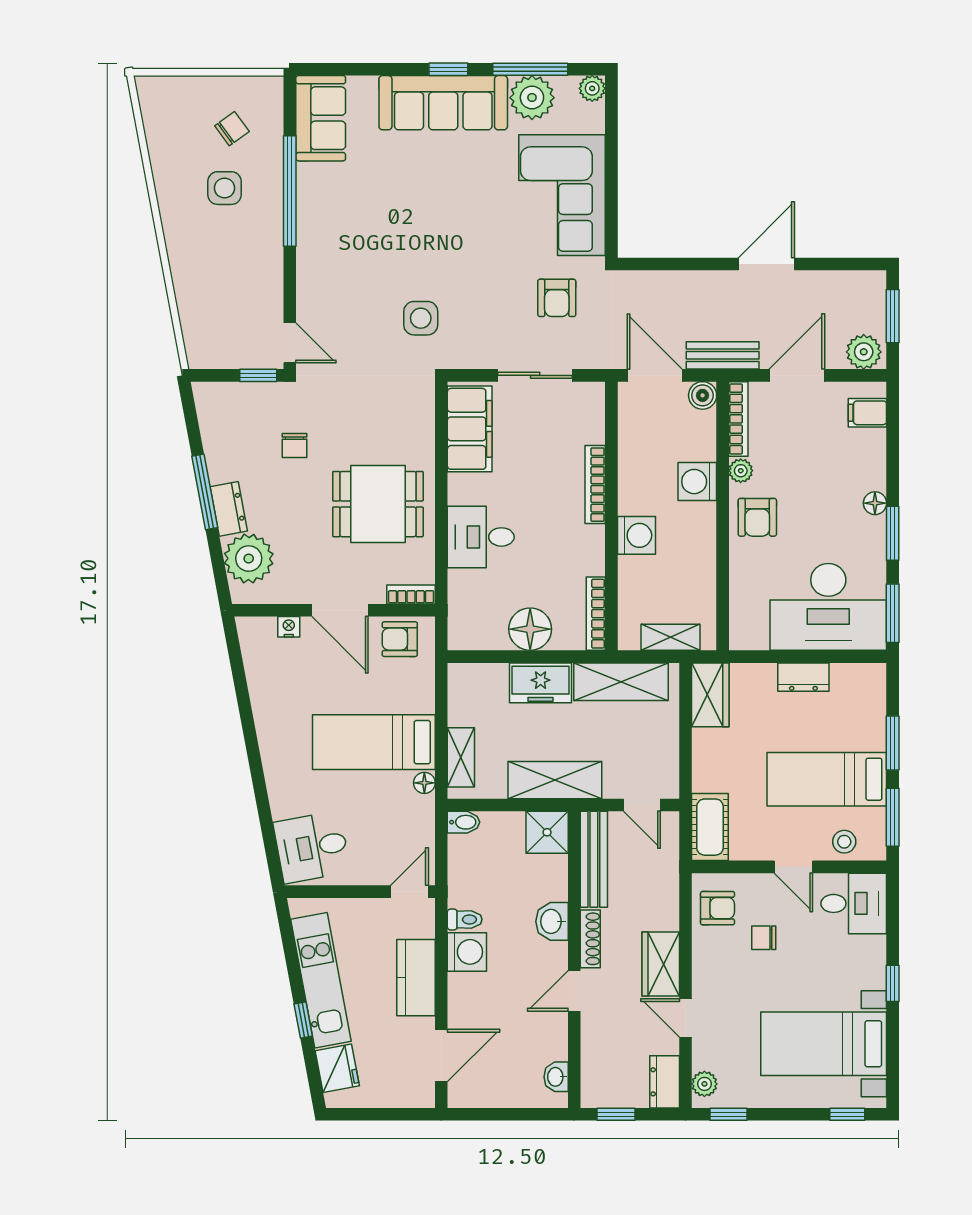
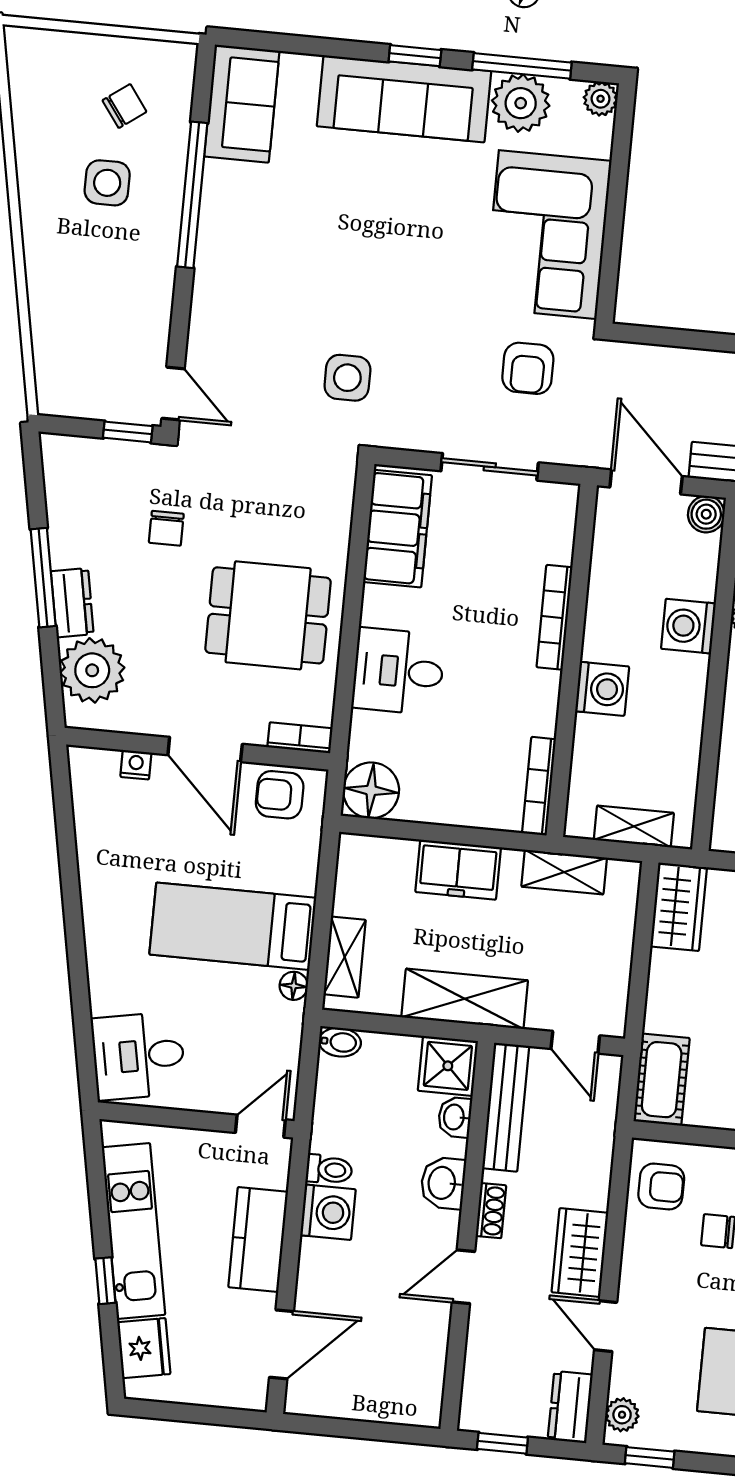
floor lamp: (530, 629) -> (371, 790), moved
shelving: (621, 682) -> (564, 872), width x0.67, depth x0.75
shoe rack: (590, 939) -> (491, 1211), width x0.70
washbasin: (556, 1077) -> (455, 1117), moved

